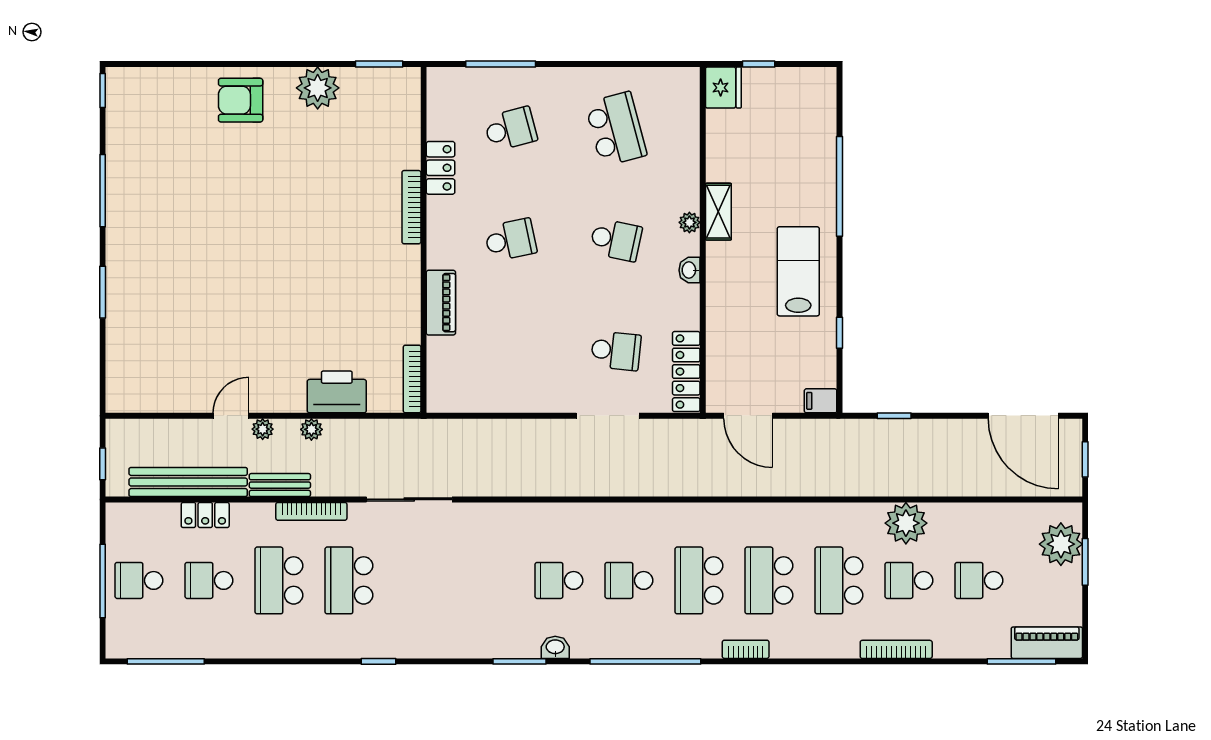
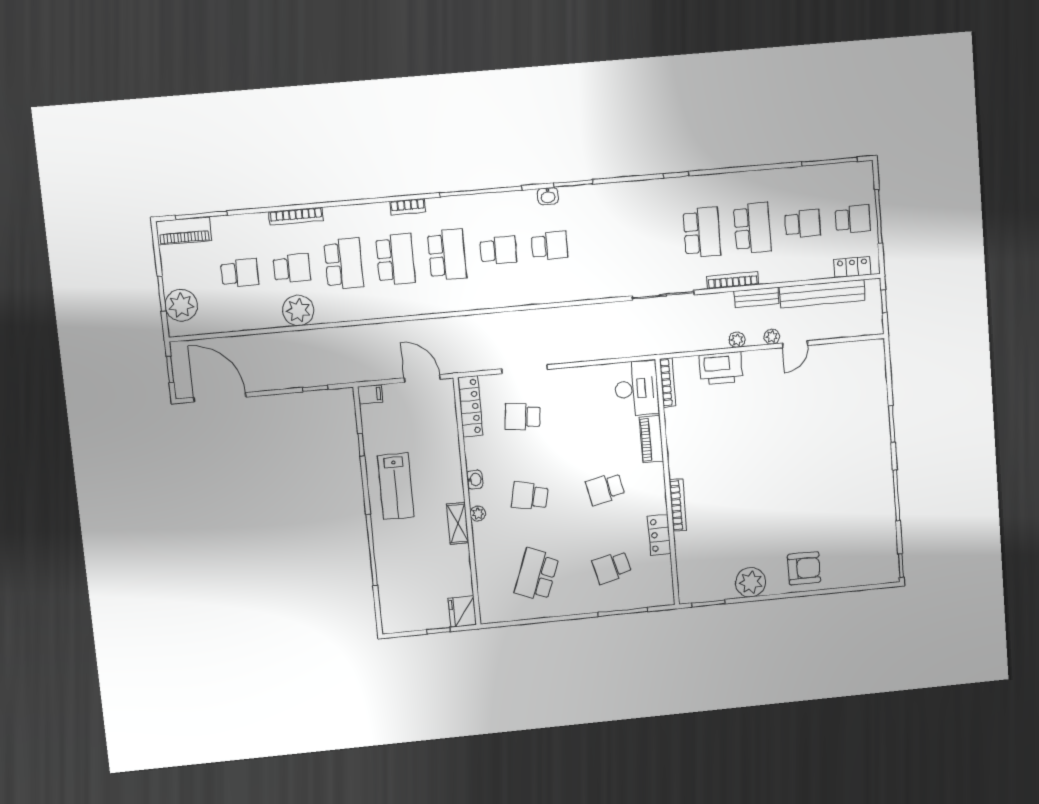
school desk: (616, 129) -> (537, 575), turned 36
desk: (456, 375) -> (637, 389), added
locker: (205, 515) -> (852, 267), moved

